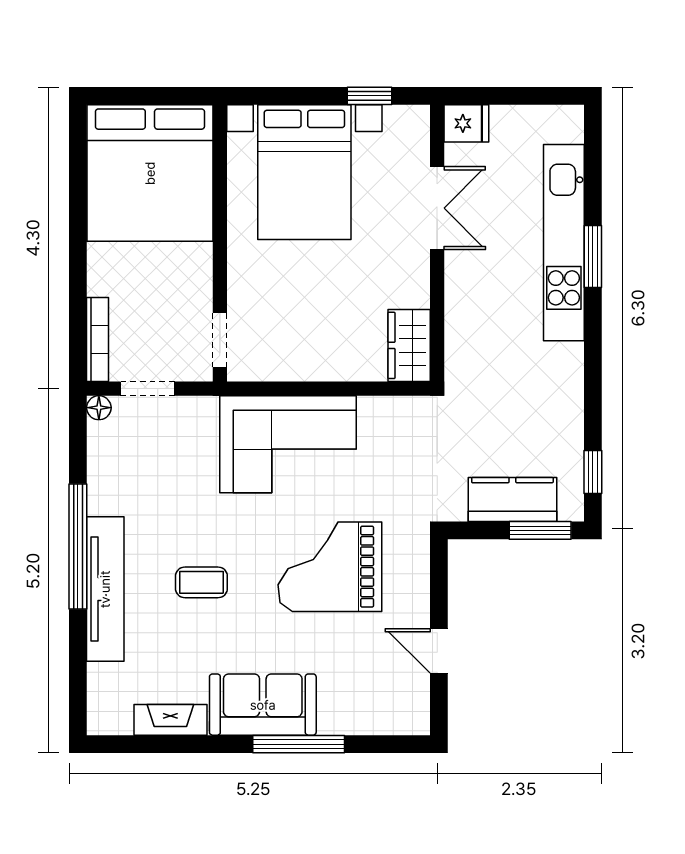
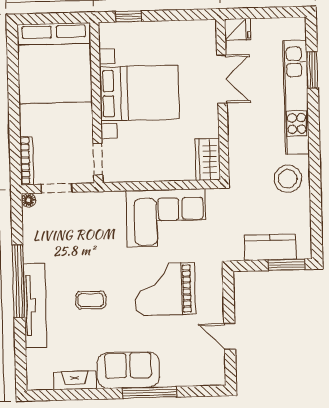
window: (370, 96) -> (129, 16), moved
bed with nightstands: (304, 172) -> (139, 93), moved, turned -90
window: (593, 256) -> (312, 70), moved
stool: (546, 382) -> (288, 179), added
corner sofa: (288, 444) -> (166, 218), moved
window: (593, 472) -> (316, 230), removed

